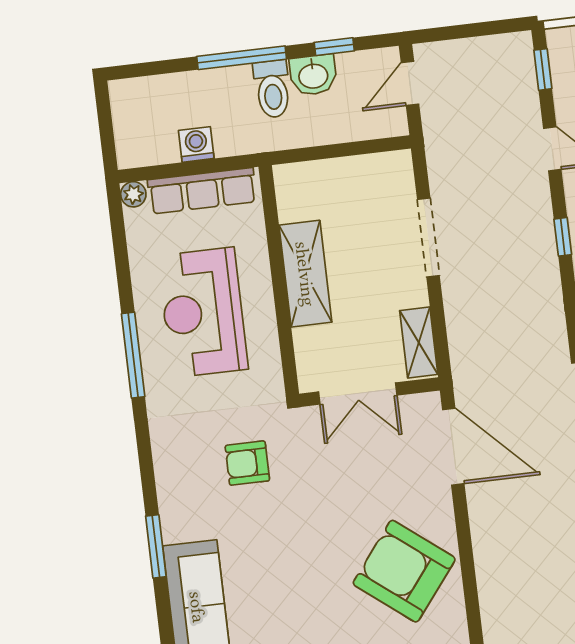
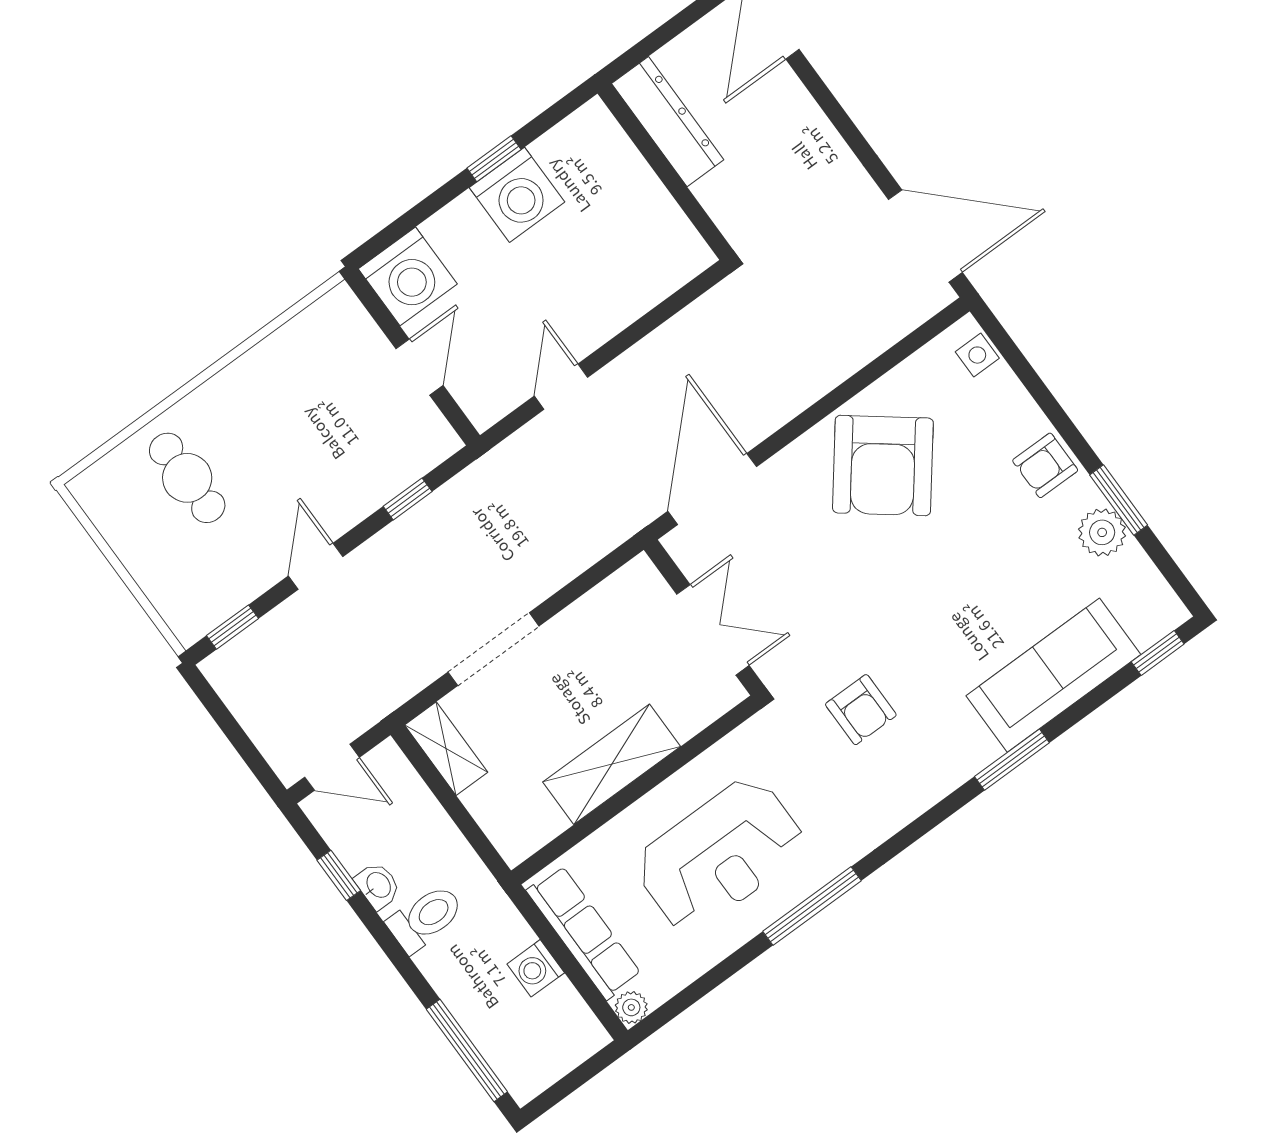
window: (242, 58) -> (467, 1051), moved
washbasin: (313, 75) -> (378, 886), width x0.72, depth x0.69
shelving: (419, 342) -> (446, 749), moved, turned 90

